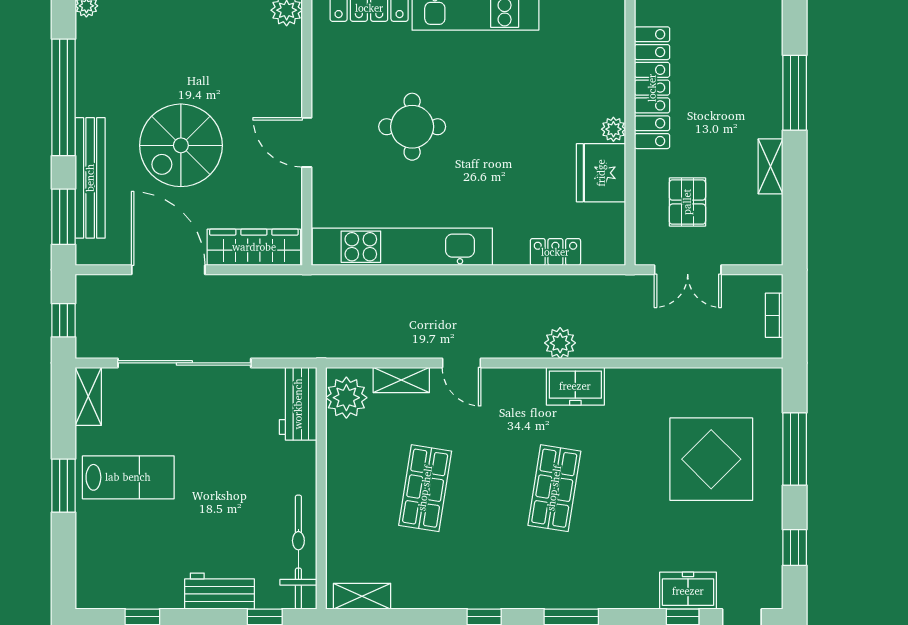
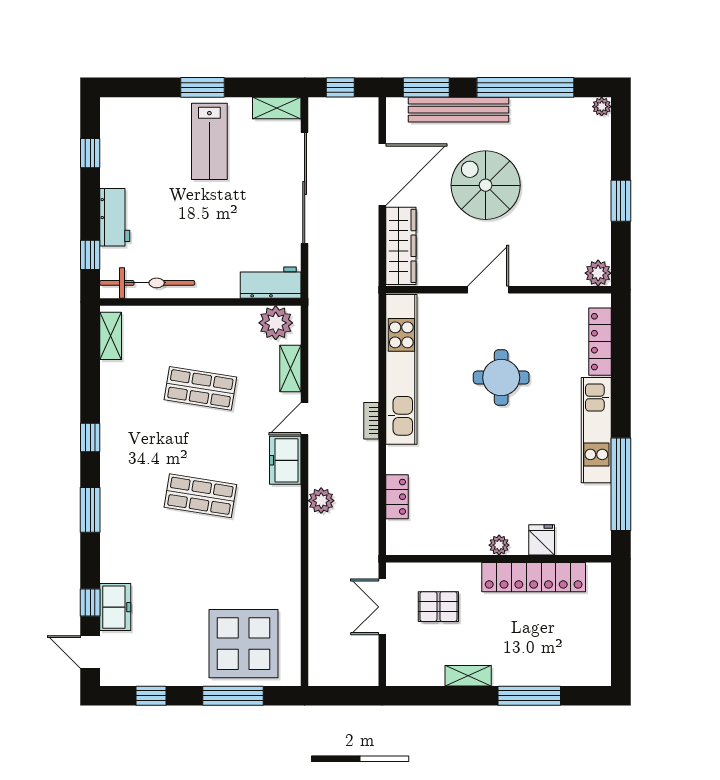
fridge: (601, 173) -> (542, 540), moved, width x0.53, depth x0.75
bookcase: (774, 315) -> (371, 421), moved, turned -90
freezer: (575, 386) -> (285, 460), moved
display table: (711, 459) -> (244, 644), moved

